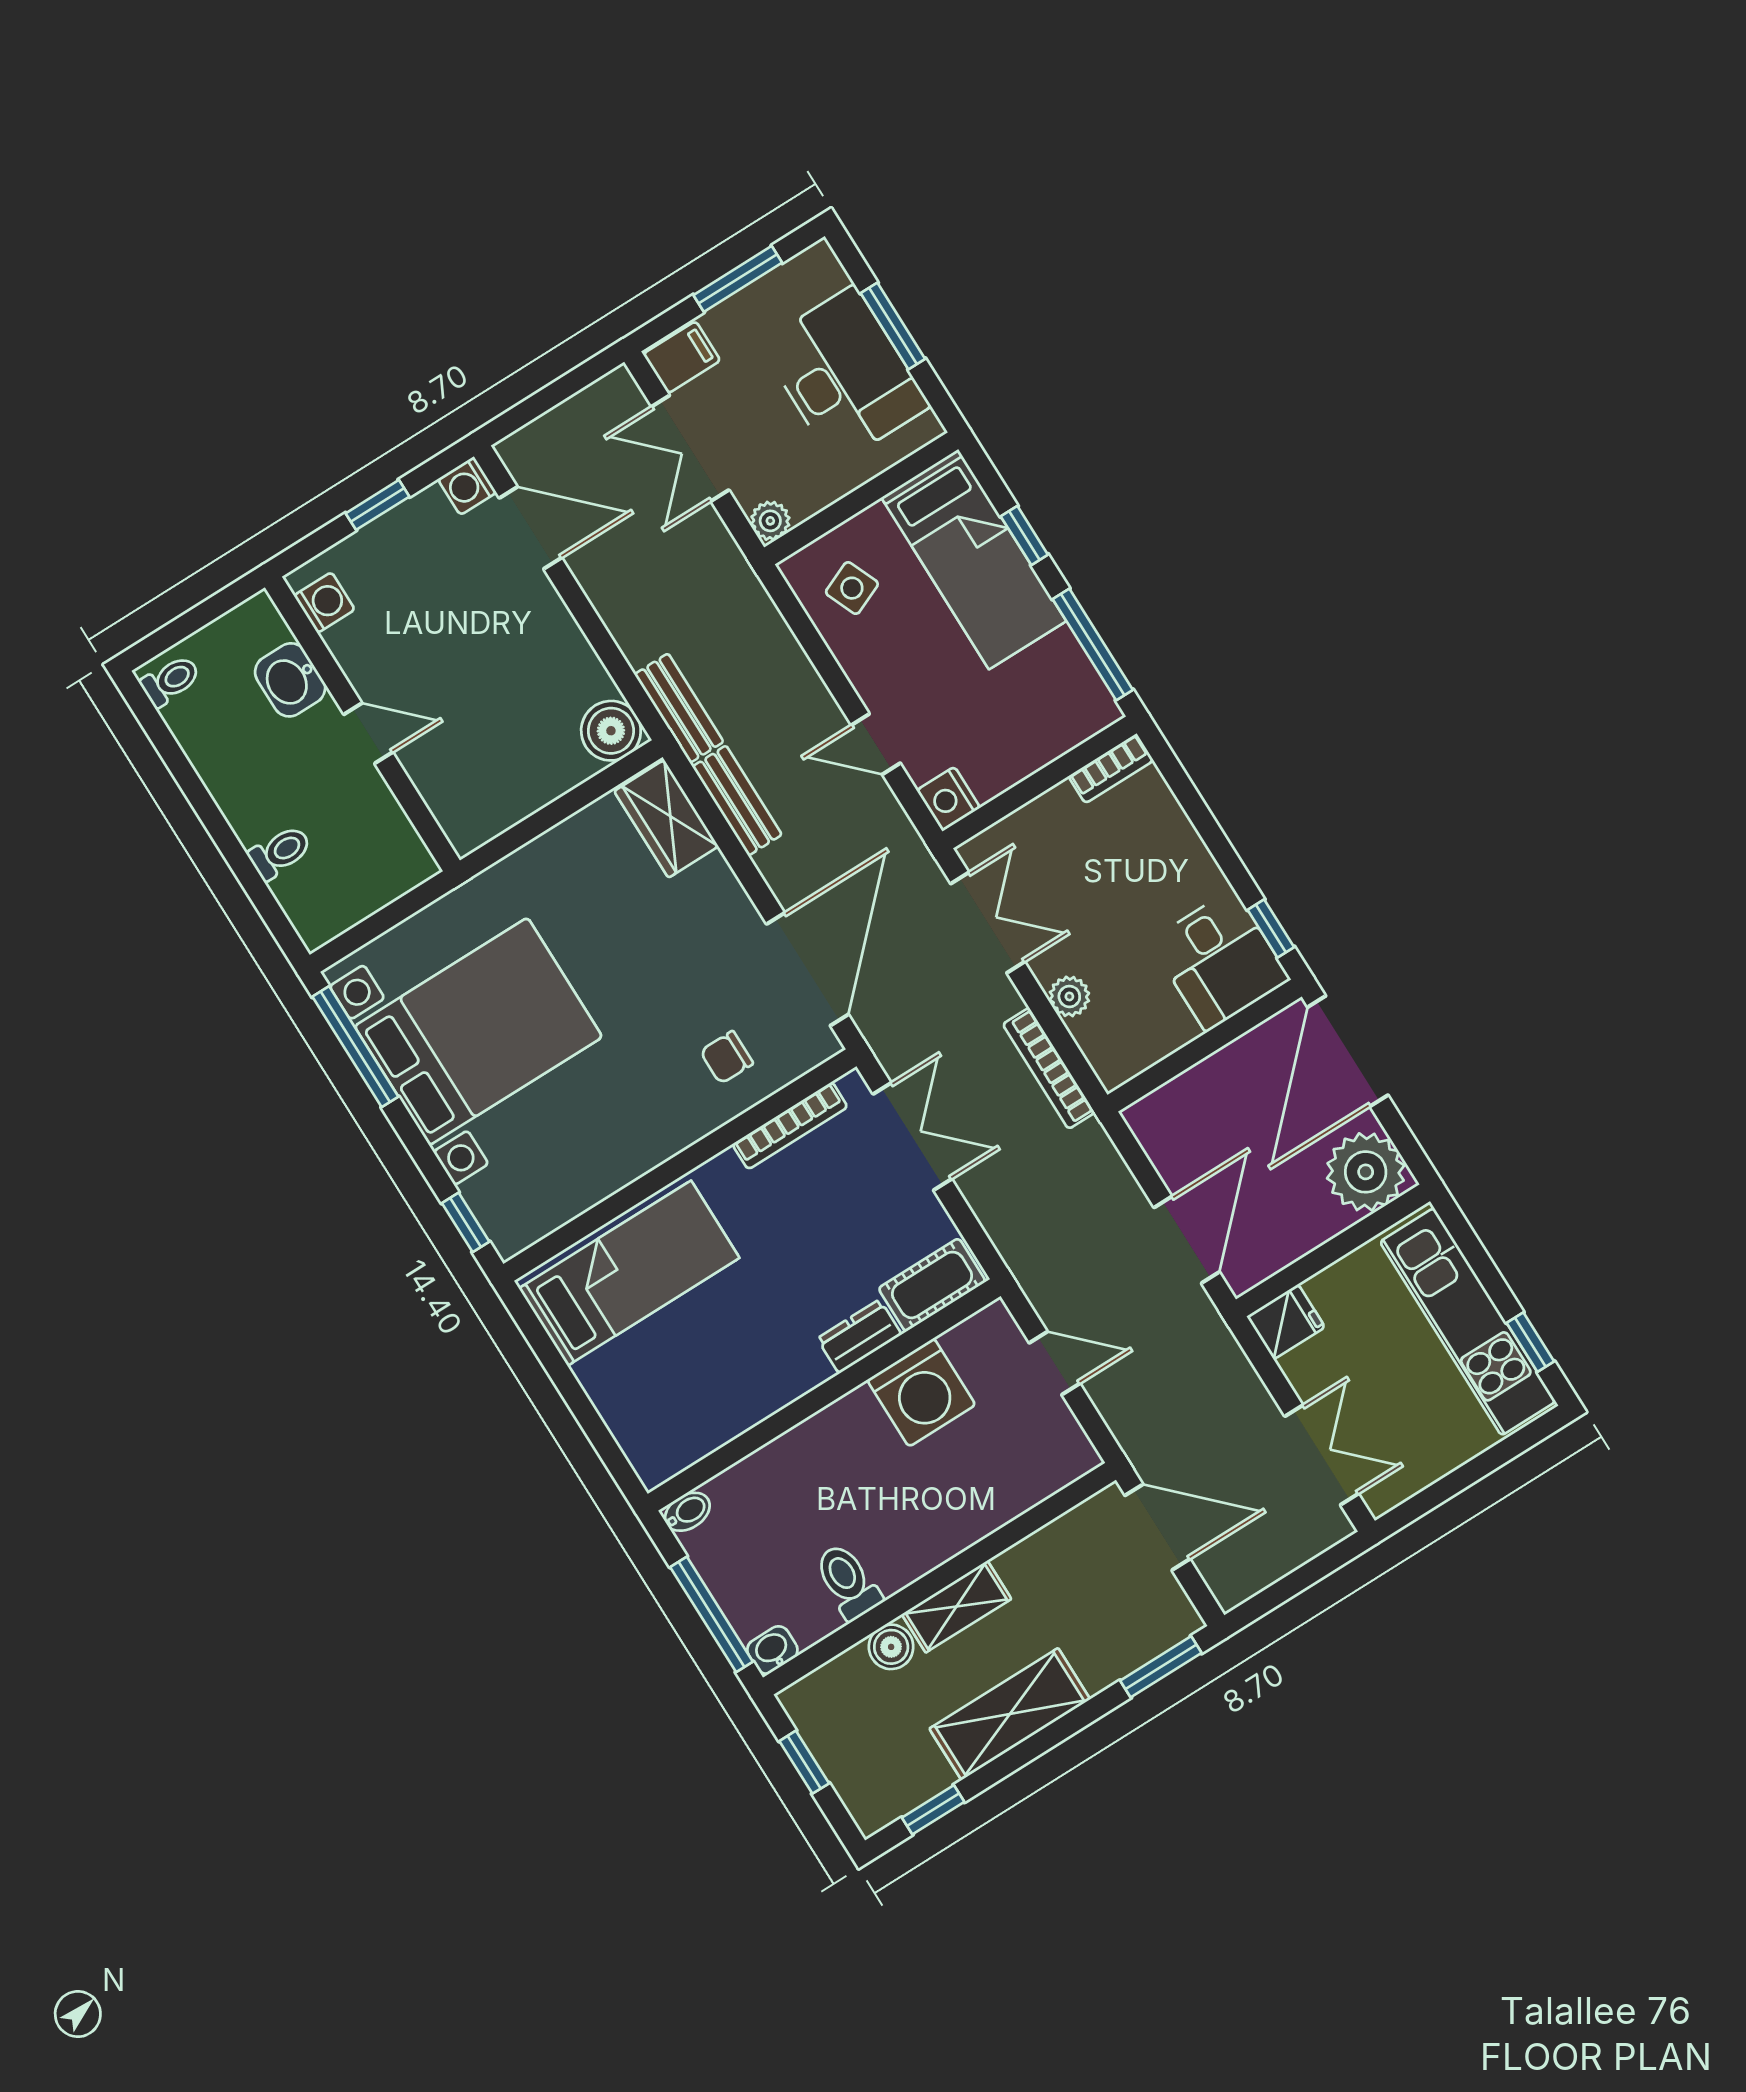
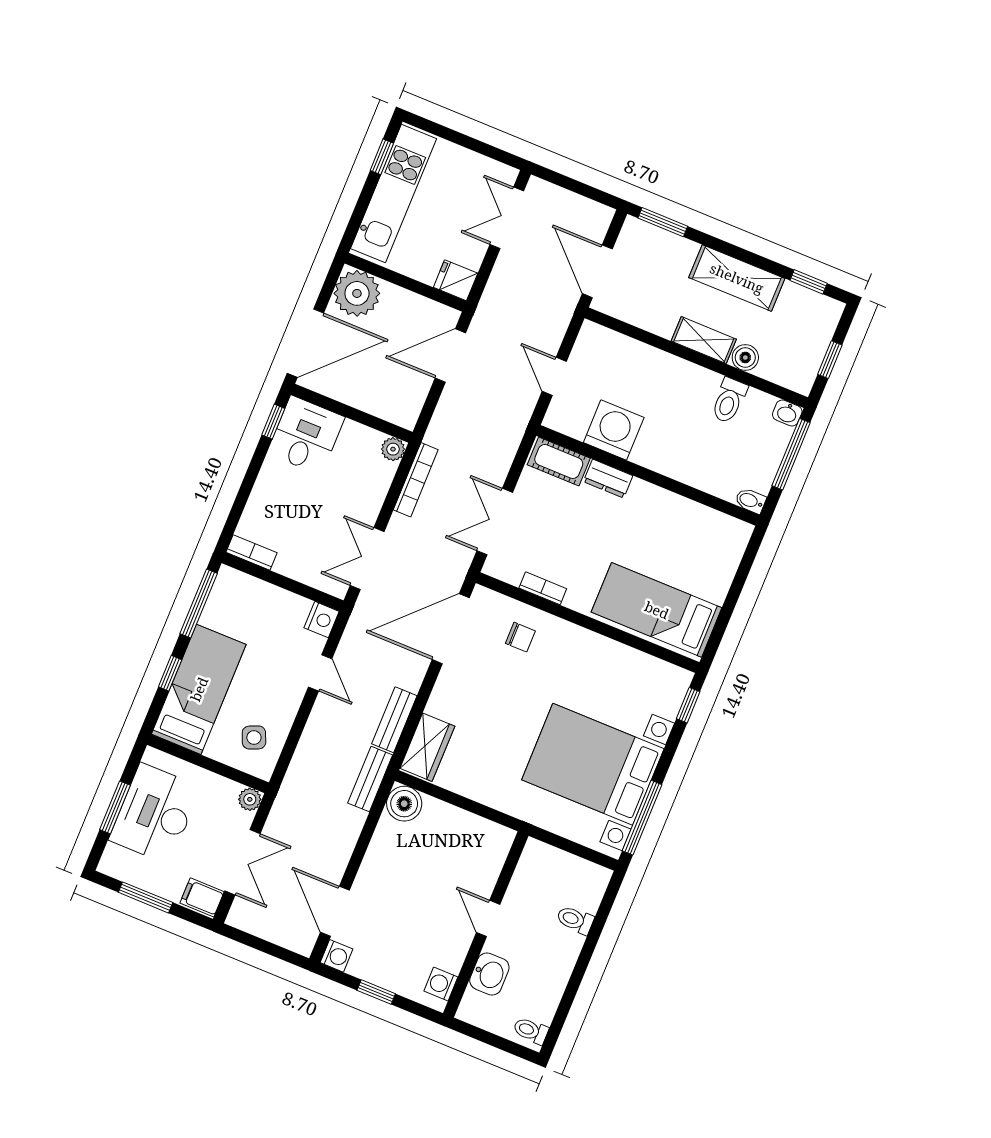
plant: (1069, 996) -> (393, 449), moved
bookcase: (790, 1126) -> (543, 588), width x0.64

